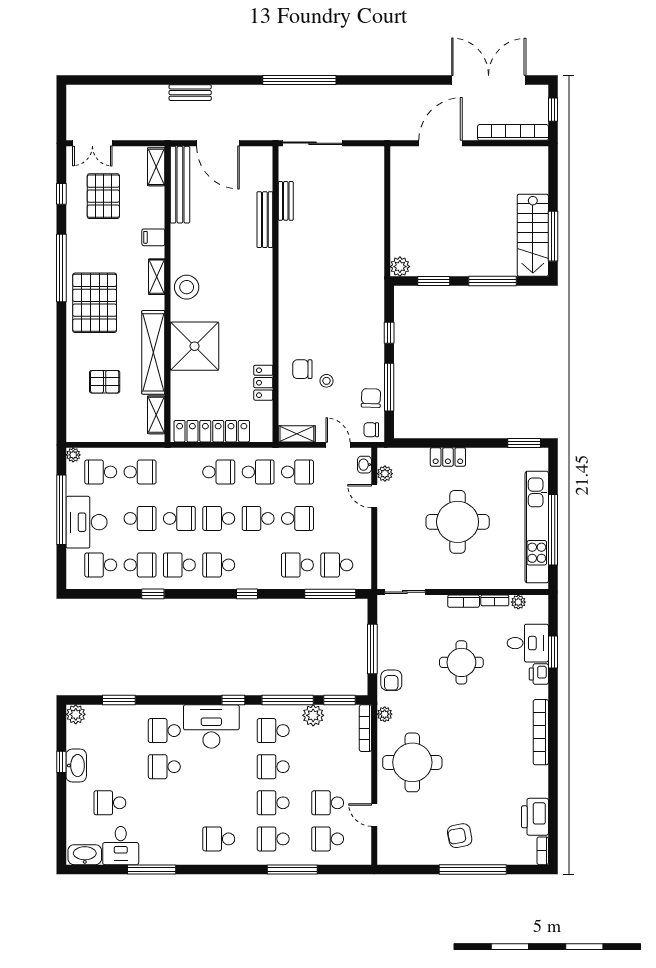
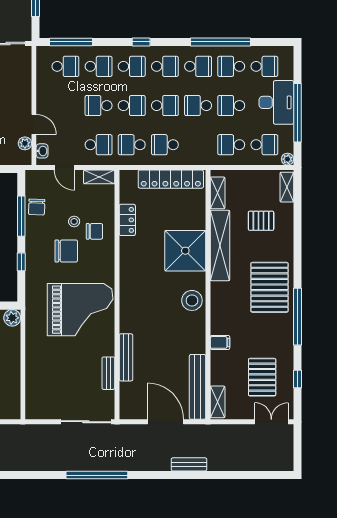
grand piano: (319, 276) -> (80, 310), added
shelving: (157, 277) -> (287, 187), moved
chair: (371, 430) -> (66, 251), moved, width x1.87, depth x1.87
school desk: (297, 472) -> (99, 145), turned 180
school desk: (258, 565) -> (132, 66), added
window: (153, 594) -> (220, 42), width x3.17

